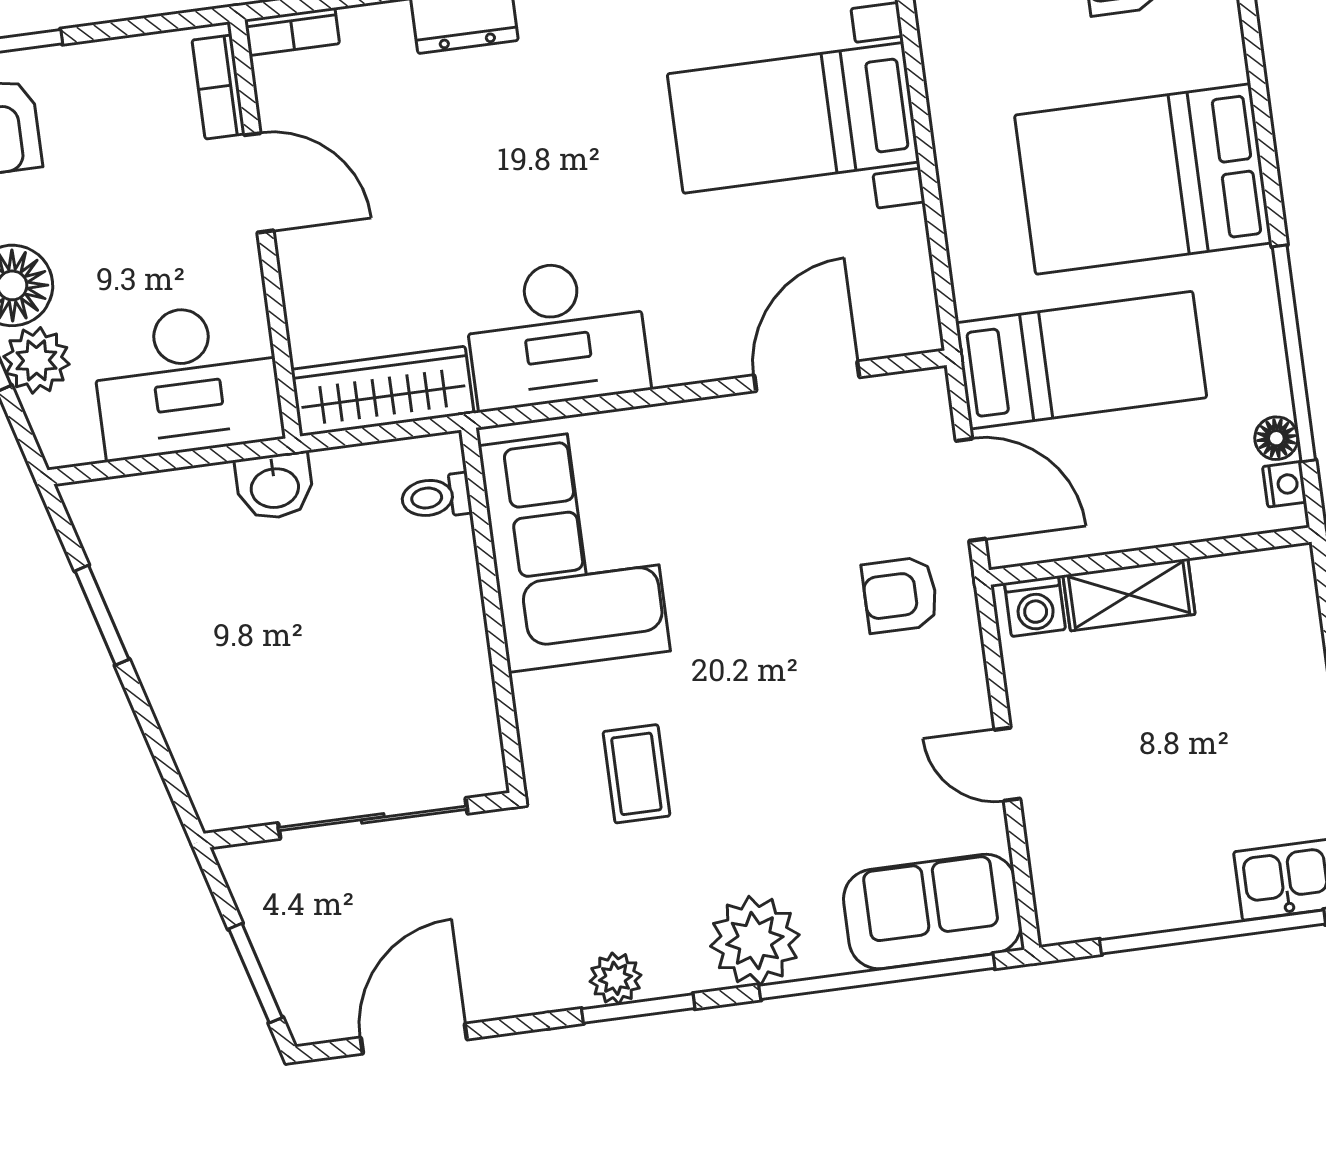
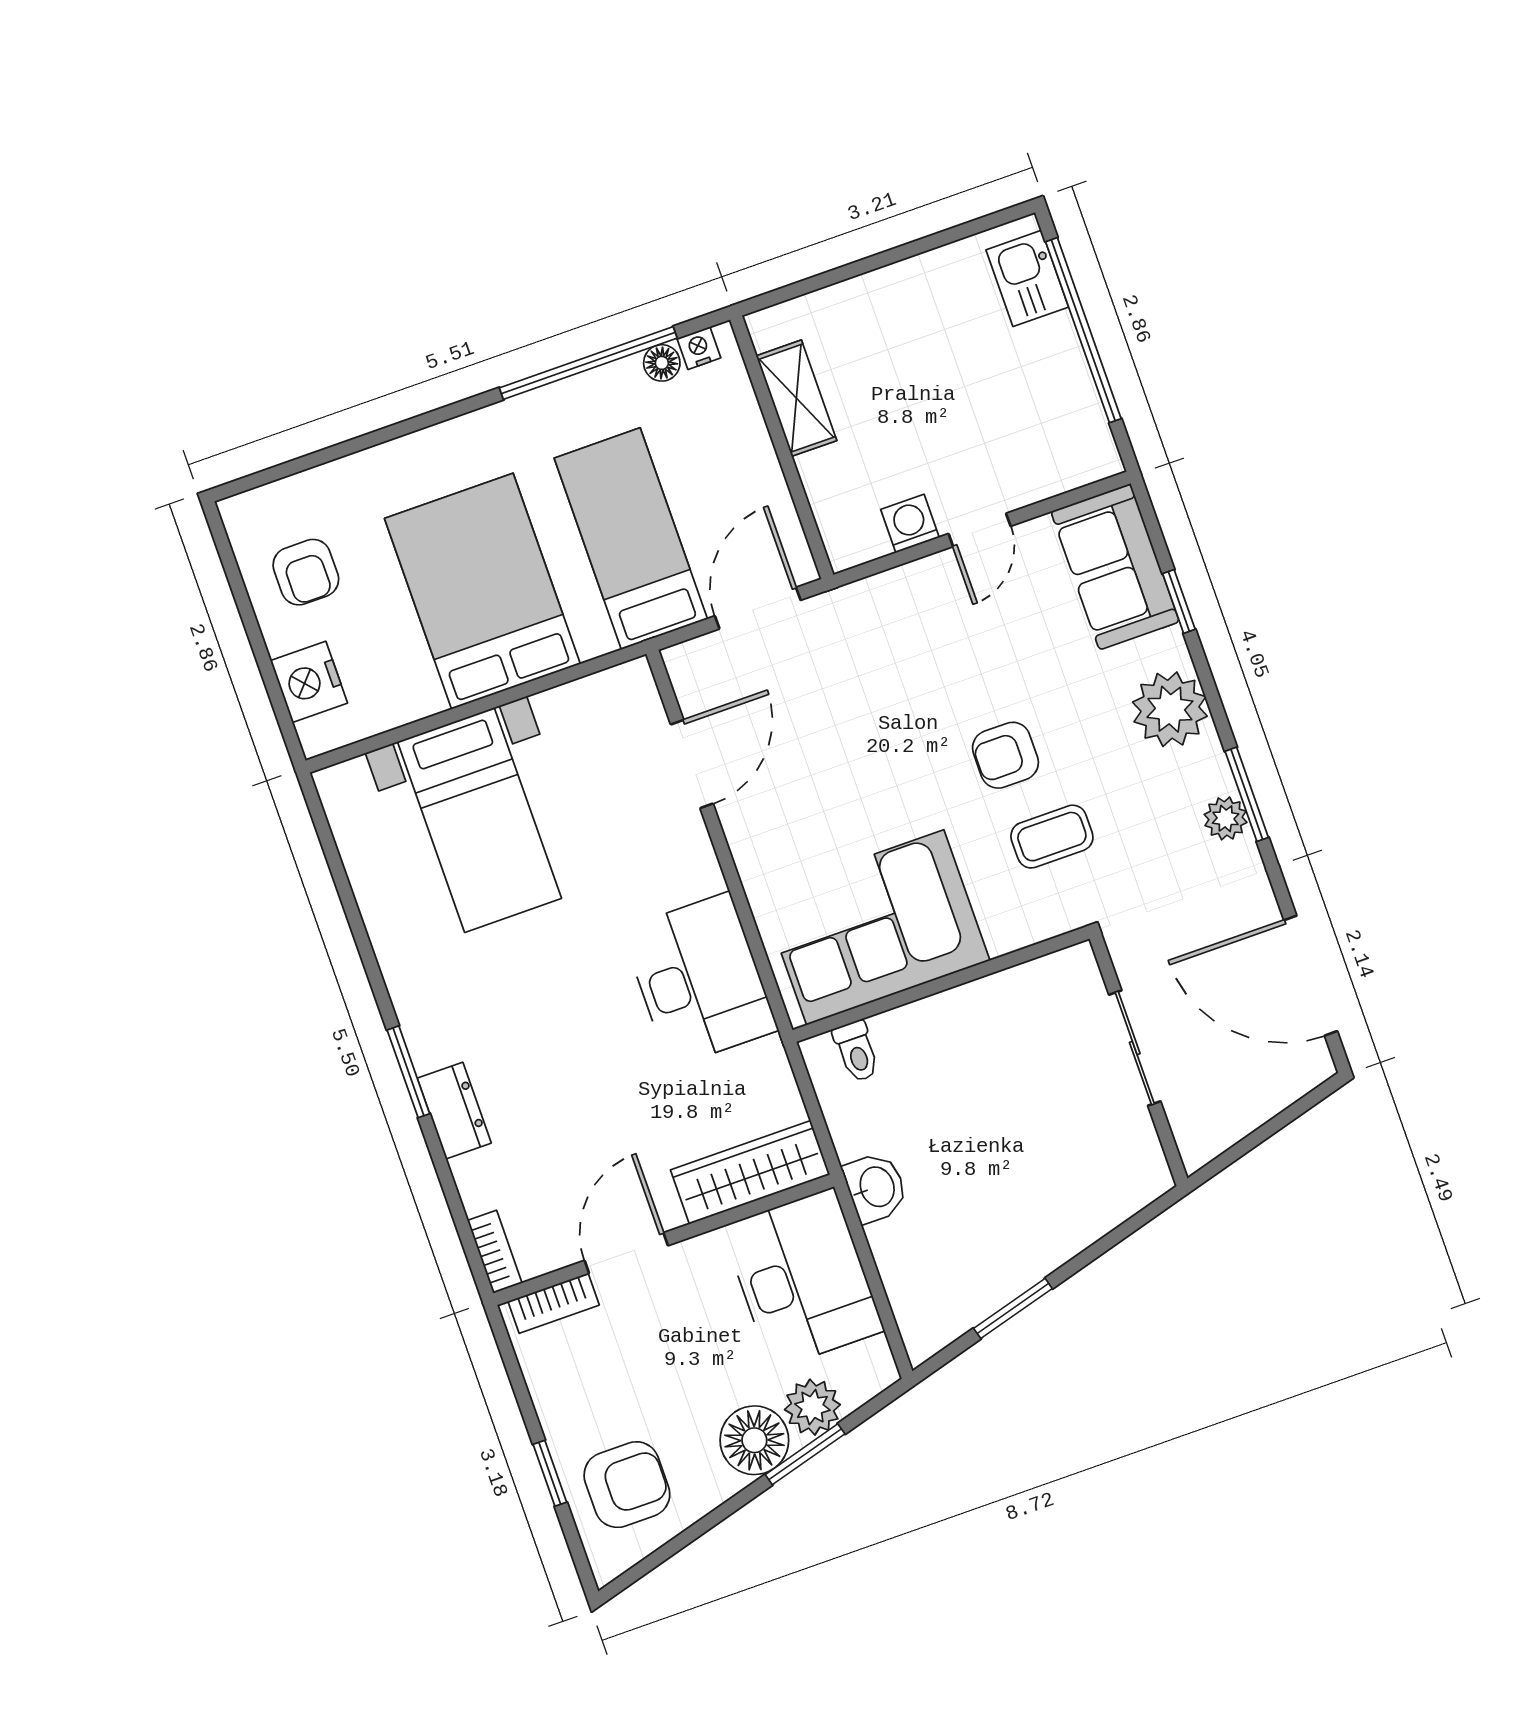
bed: (1143, 179) -> (482, 591), moved, turned 180
door: (807, 376) -> (692, 764), swing flipped
wardrobe: (383, 391) -> (750, 1172), moved, turned 90
armchair: (900, 595) -> (1005, 755), moved, turned 90
shelving: (1129, 595) -> (796, 398), moved
washing machine: (1035, 606) -> (910, 523), moved, turned -90
sliding door: (373, 818) -> (1135, 1048), width x0.73
window: (256, 973) -> (1284, 1119), removed
window: (877, 977) -> (1179, 601), width x0.32
door: (414, 1039) -> (1311, 976), width x1.36

